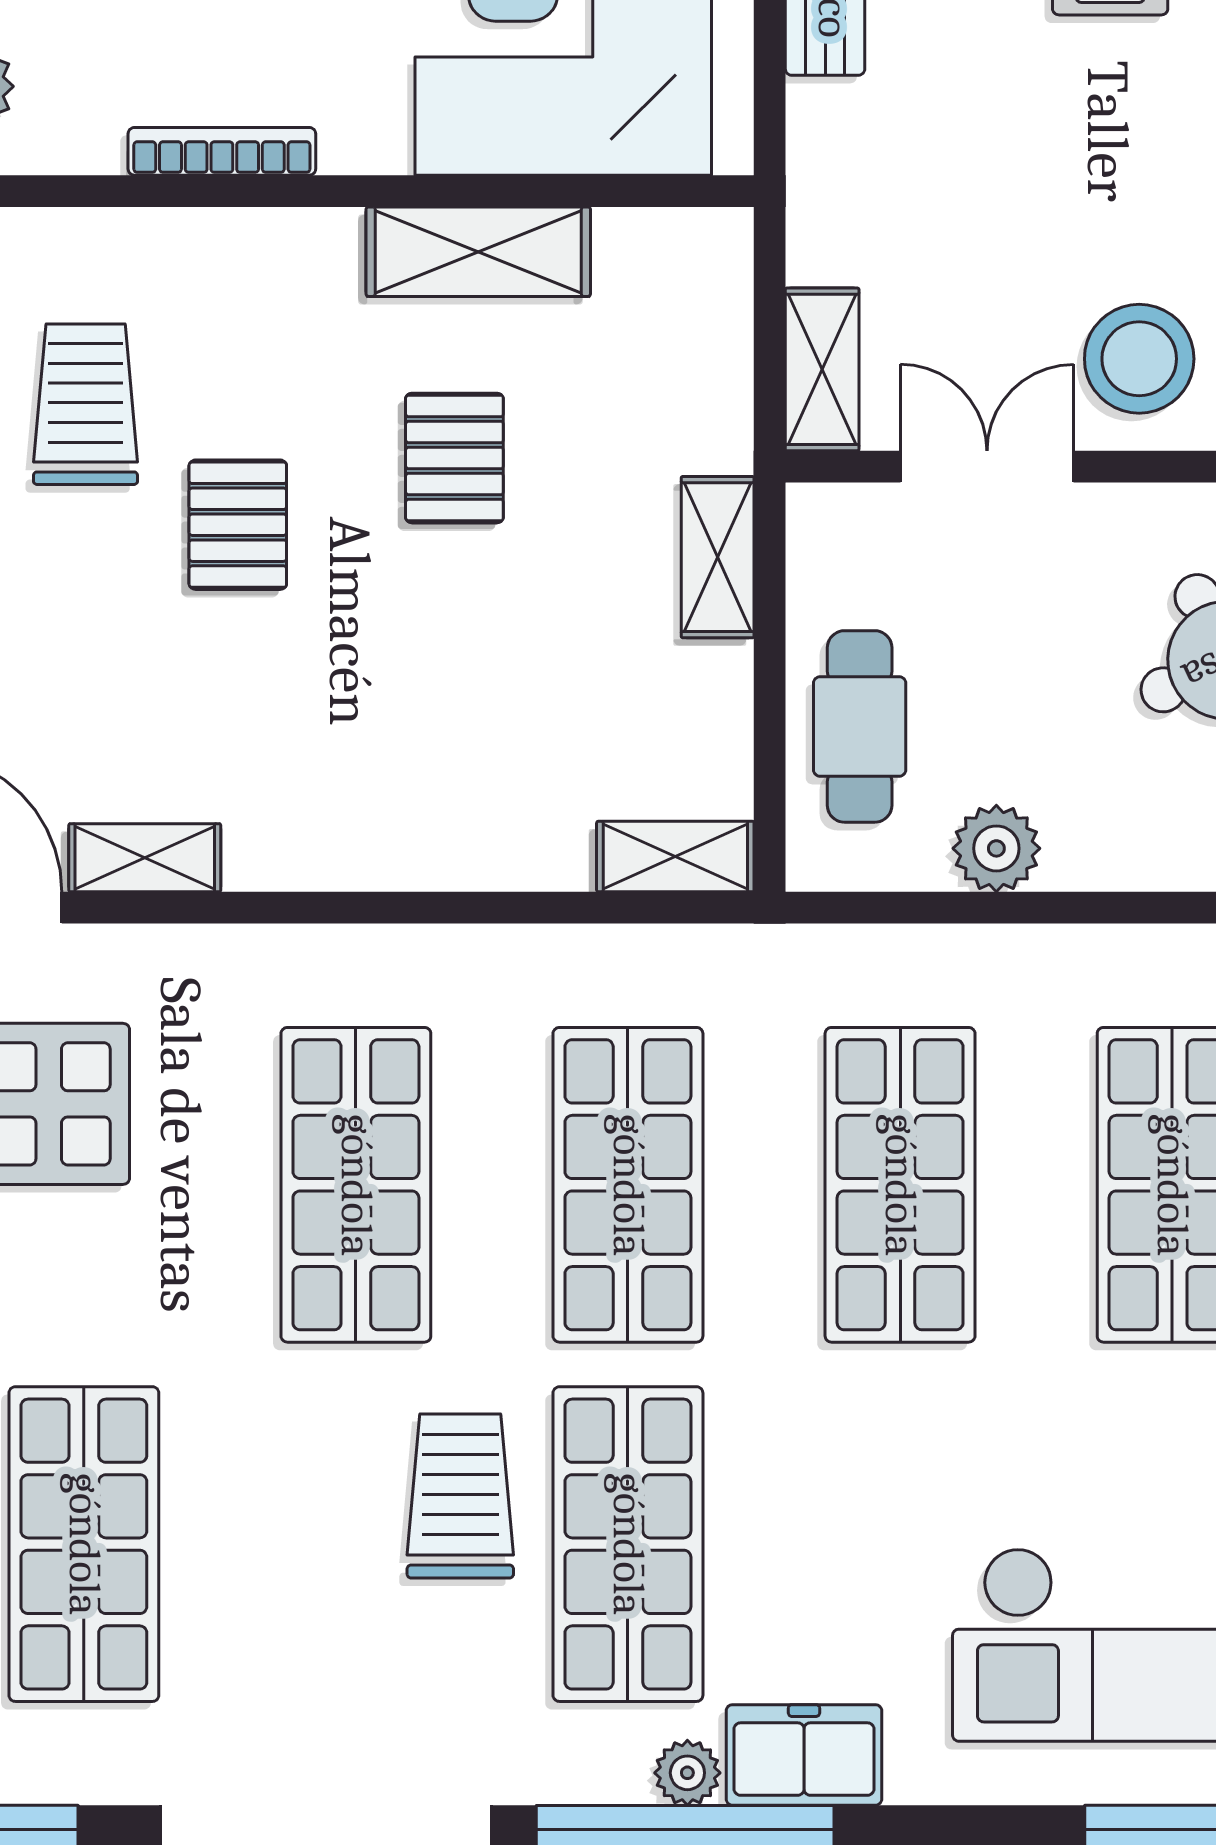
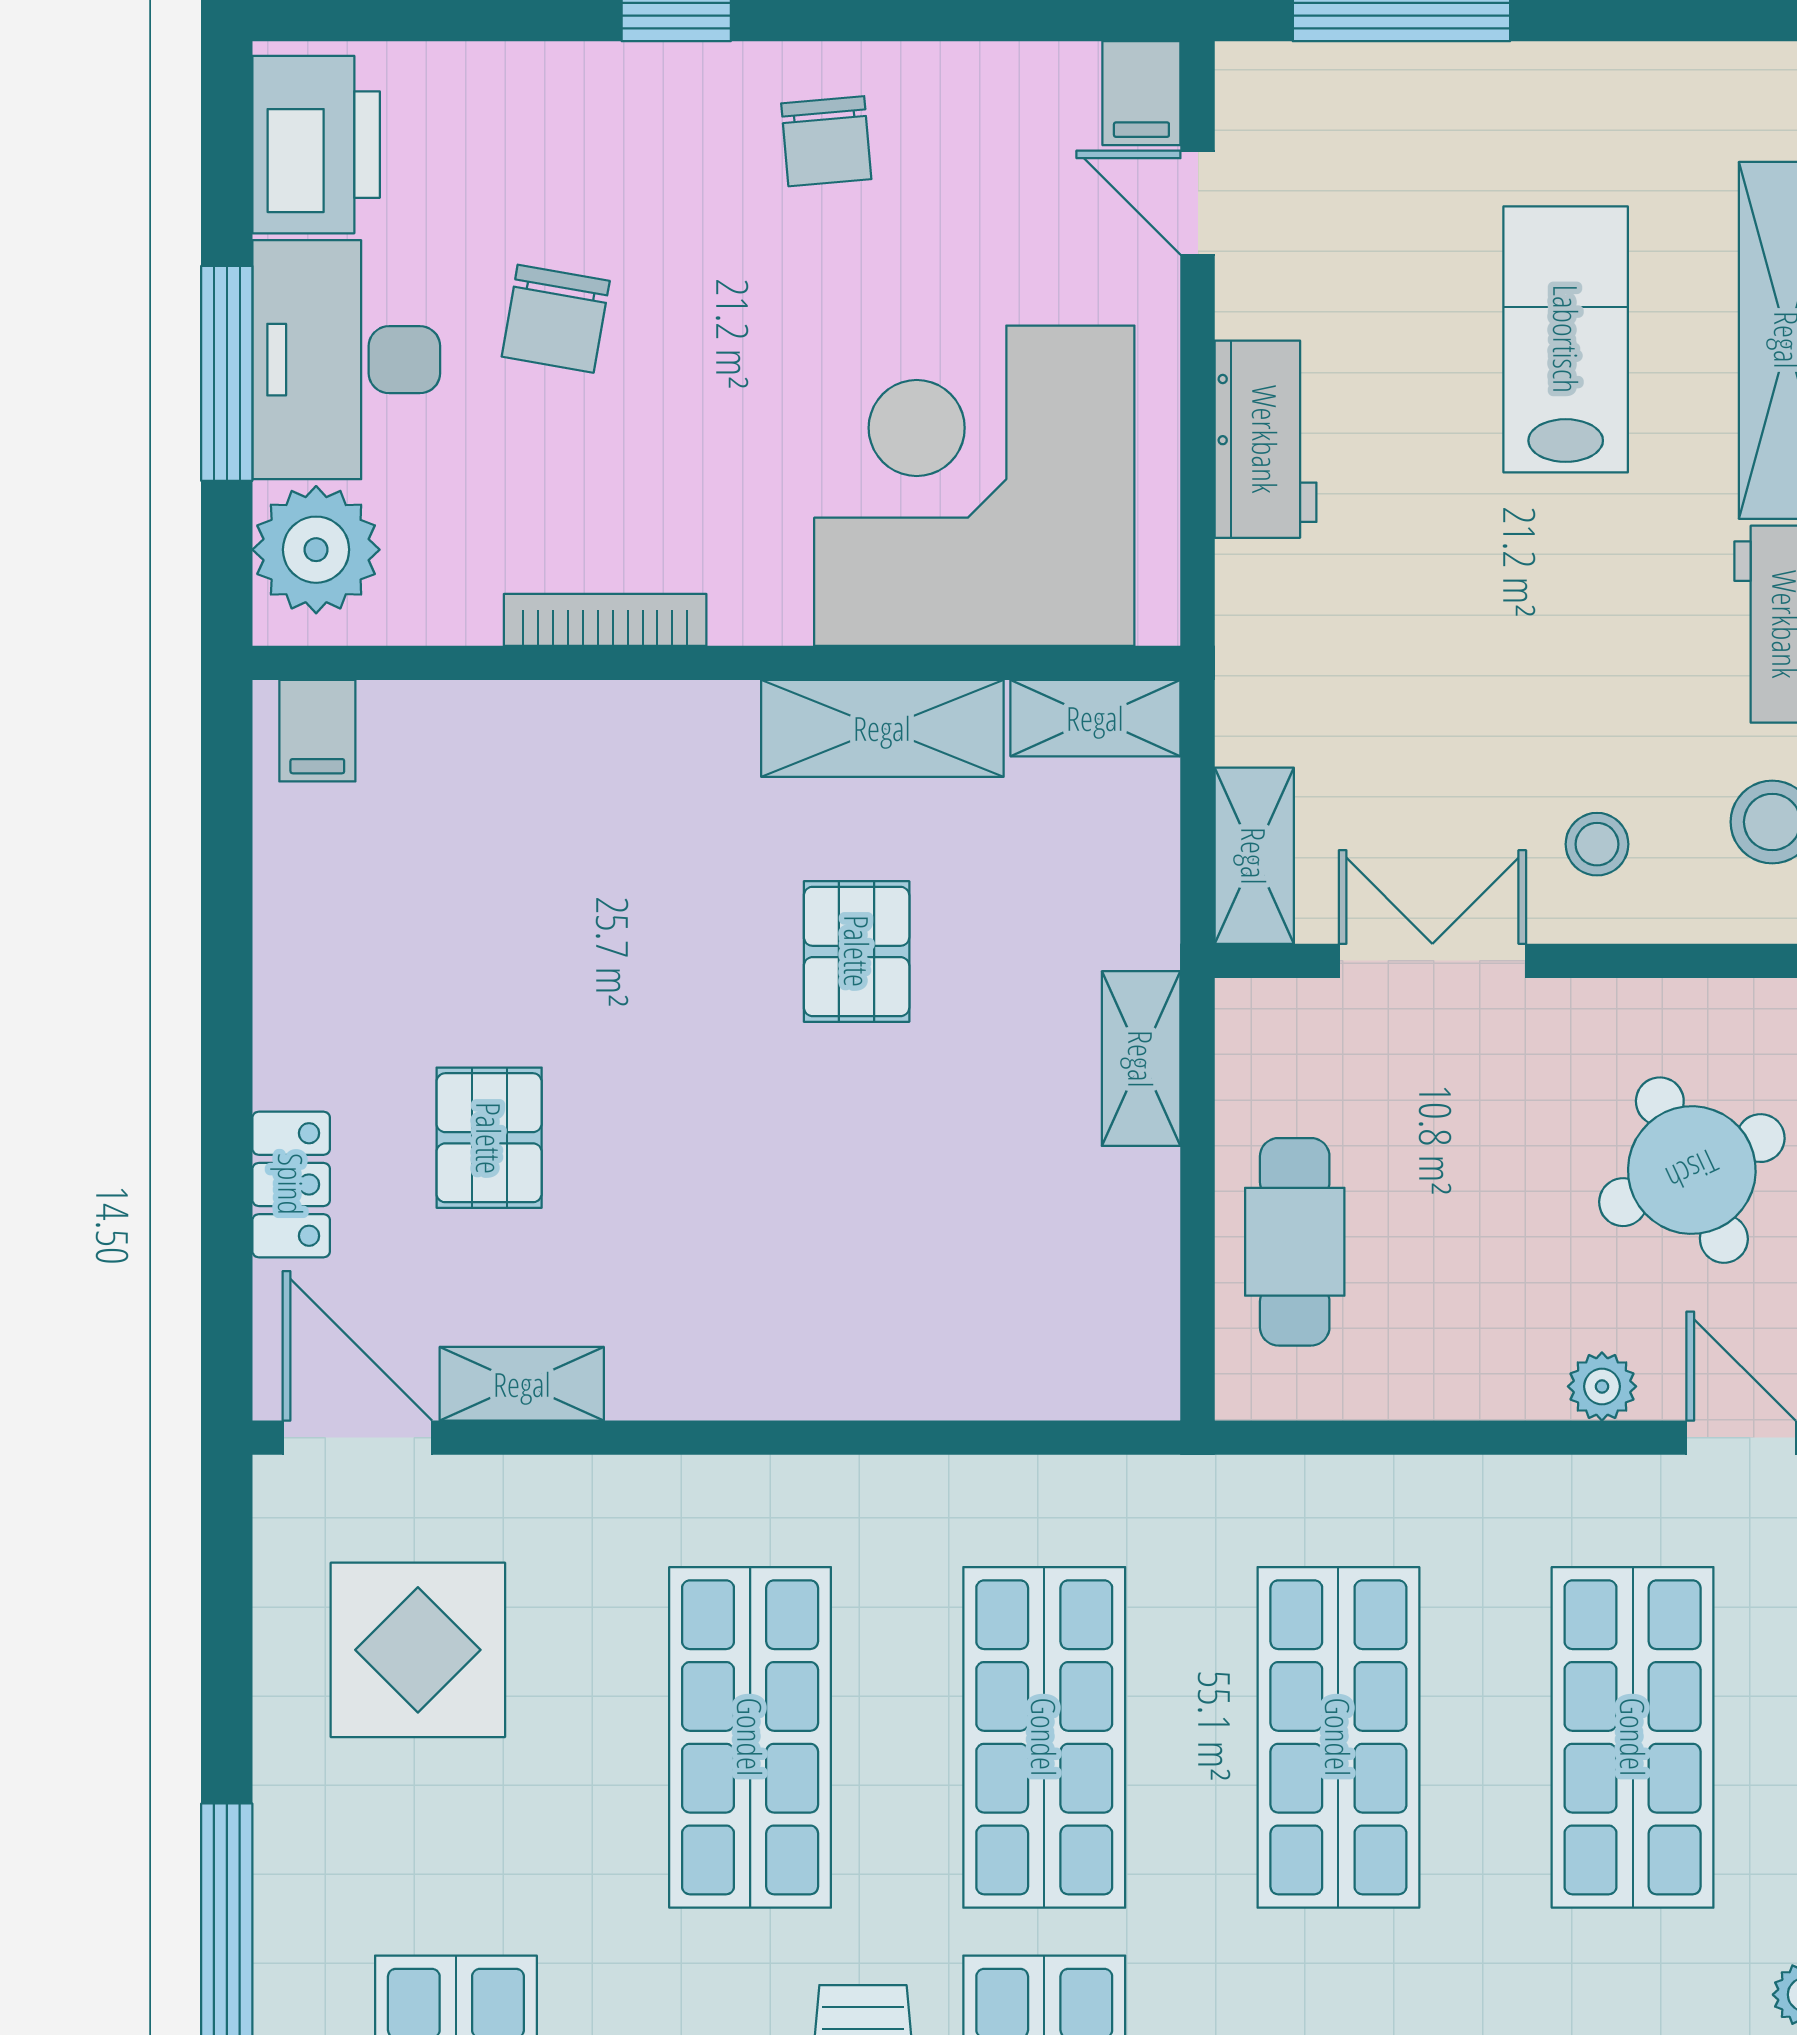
stool: (1139, 359) -> (1597, 844), width x0.53, depth x0.53
trolley: (86, 404) -> (458, 893), removed
pallet: (238, 525) -> (489, 1138), moved
plant: (996, 848) -> (1602, 1386), moved, width x0.73, depth x0.73
shelving: (675, 857) -> (1095, 718), moved

